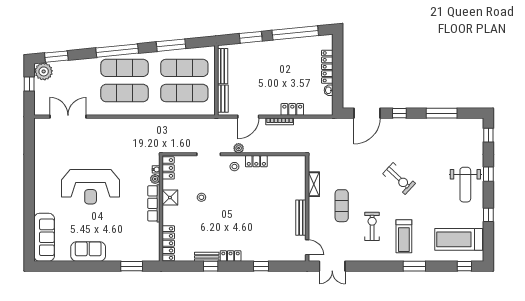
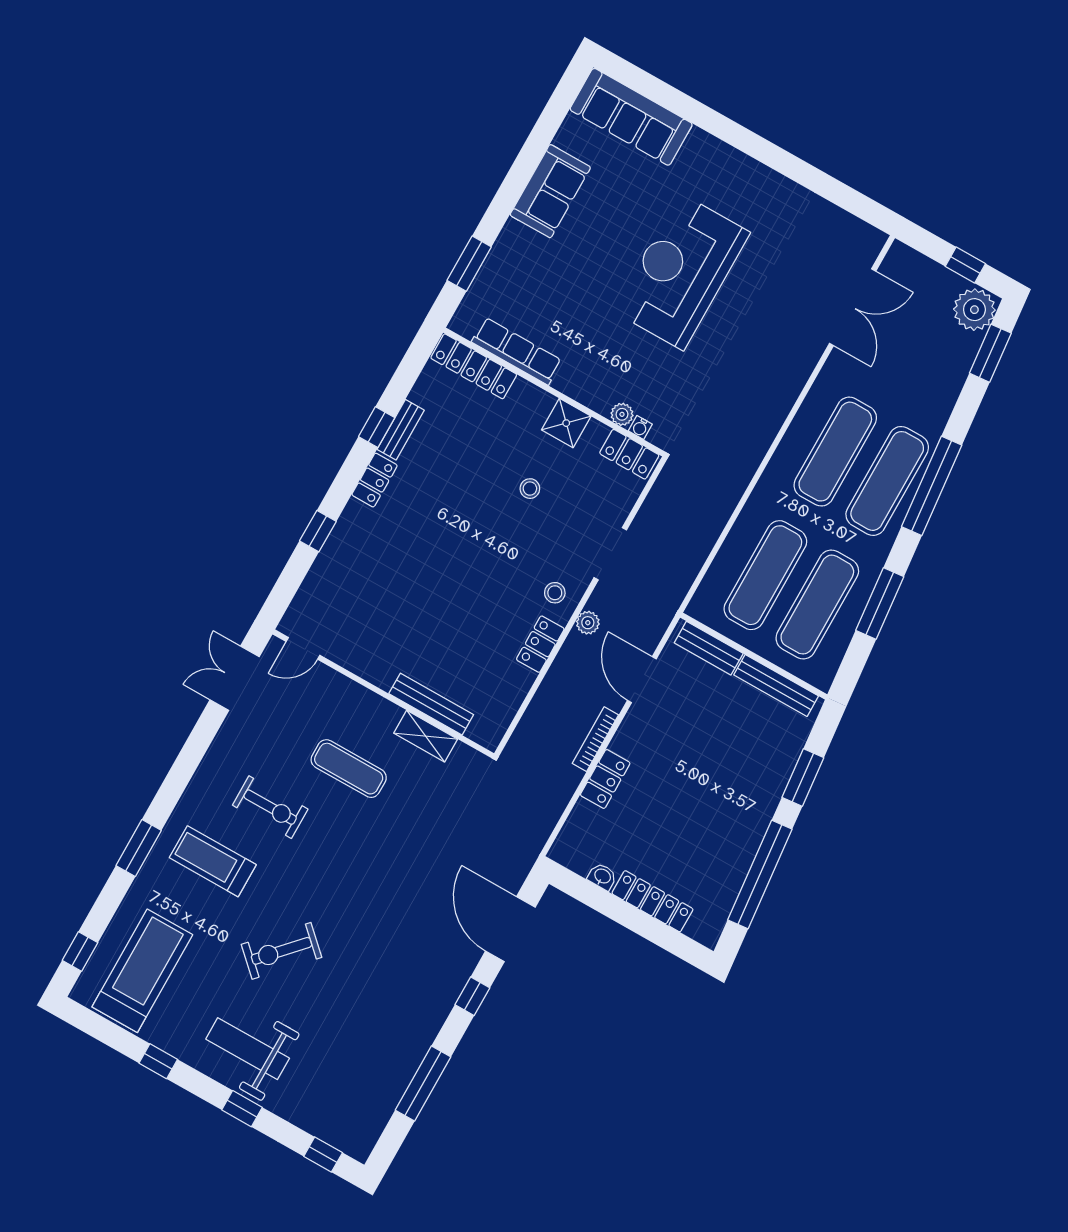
exercise bike: (399, 179) -> (281, 951), moved
row of seats: (154, 203) -> (517, 351), moved
bench: (301, 218) -> (431, 704), moved

